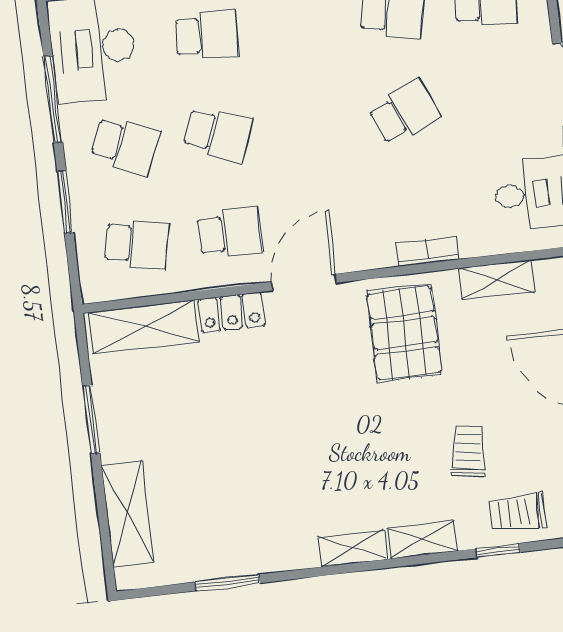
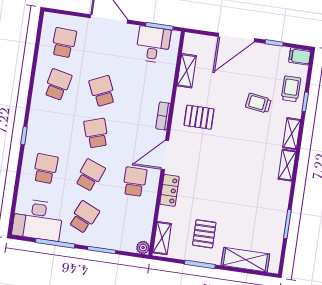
school desk: (137, 244) -> (96, 133), moved, turned -30
bookcase: (427, 251) -> (163, 116), moved
door: (304, 282) -> (165, 155), hinge flipped
plant: (94, 289) -> (143, 248), added
shelving: (143, 327) -> (162, 238), width x0.67, depth x0.75
pallet: (404, 333) -> (199, 117), width x0.67, depth x0.71
pallet: (159, 411) -> (204, 234), added
trolley: (518, 513) -> (291, 89), turned 180

